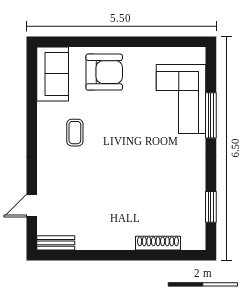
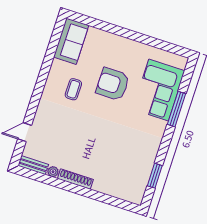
armchair: (104, 72) -> (113, 84), moved, turned 180
plant: (83, 243) -> (53, 172), added
shoe rack: (158, 243) -> (75, 179), moved

